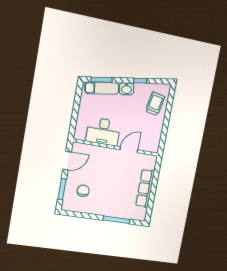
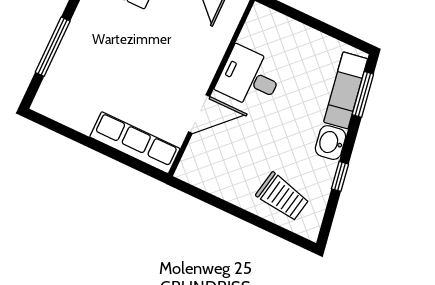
desk: (103, 132) -> (249, 78), width x0.73
door: (129, 150) -> (199, 114), hinge flipped
row of seats: (145, 188) -> (135, 143), moved

